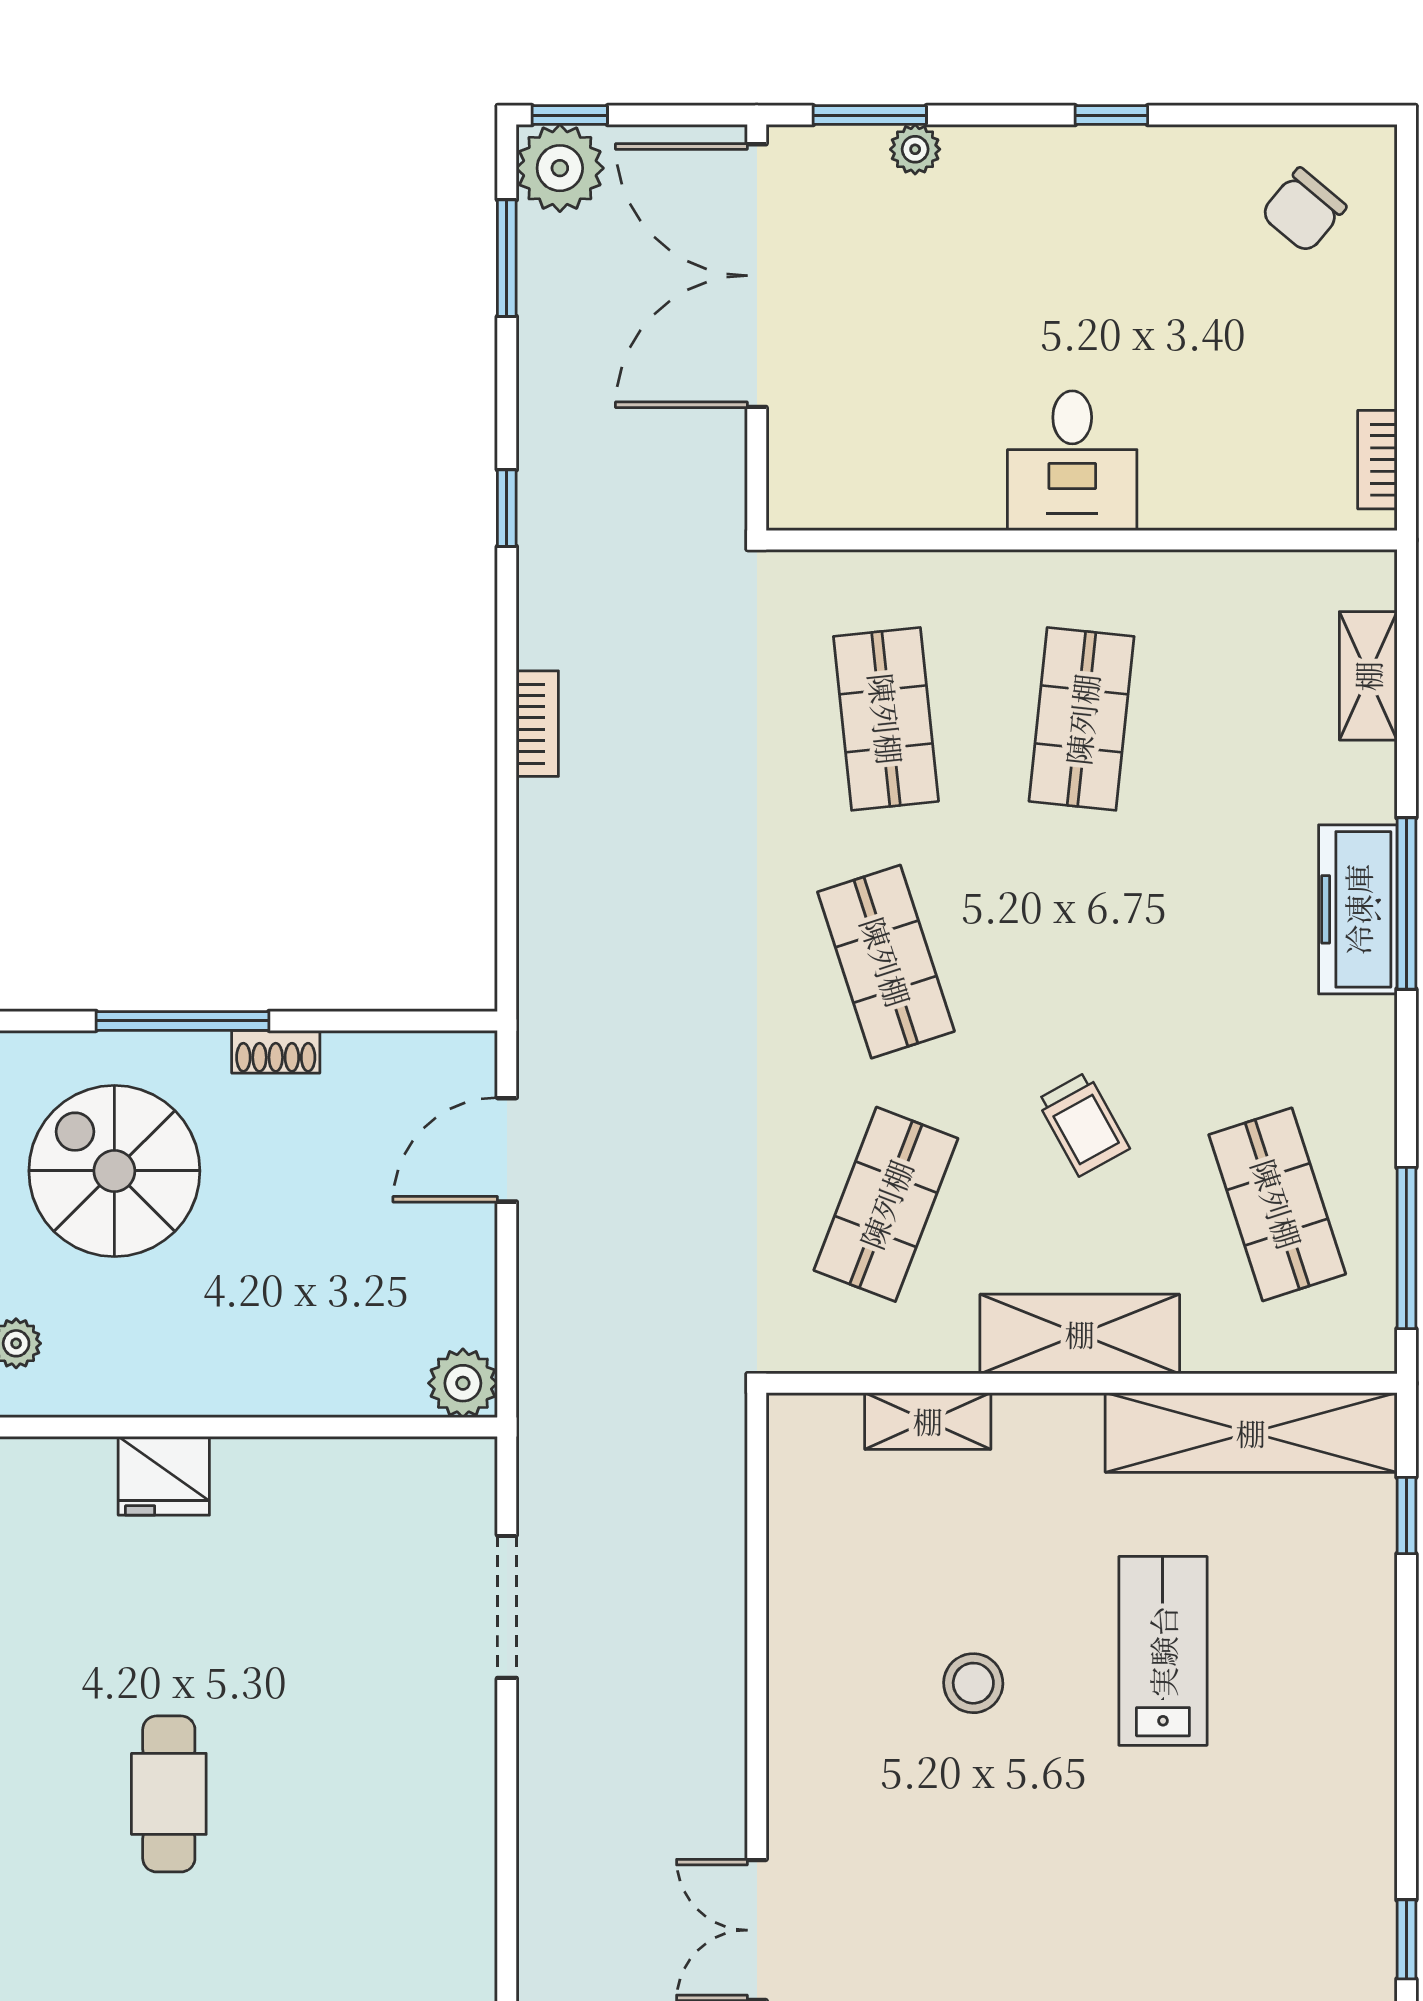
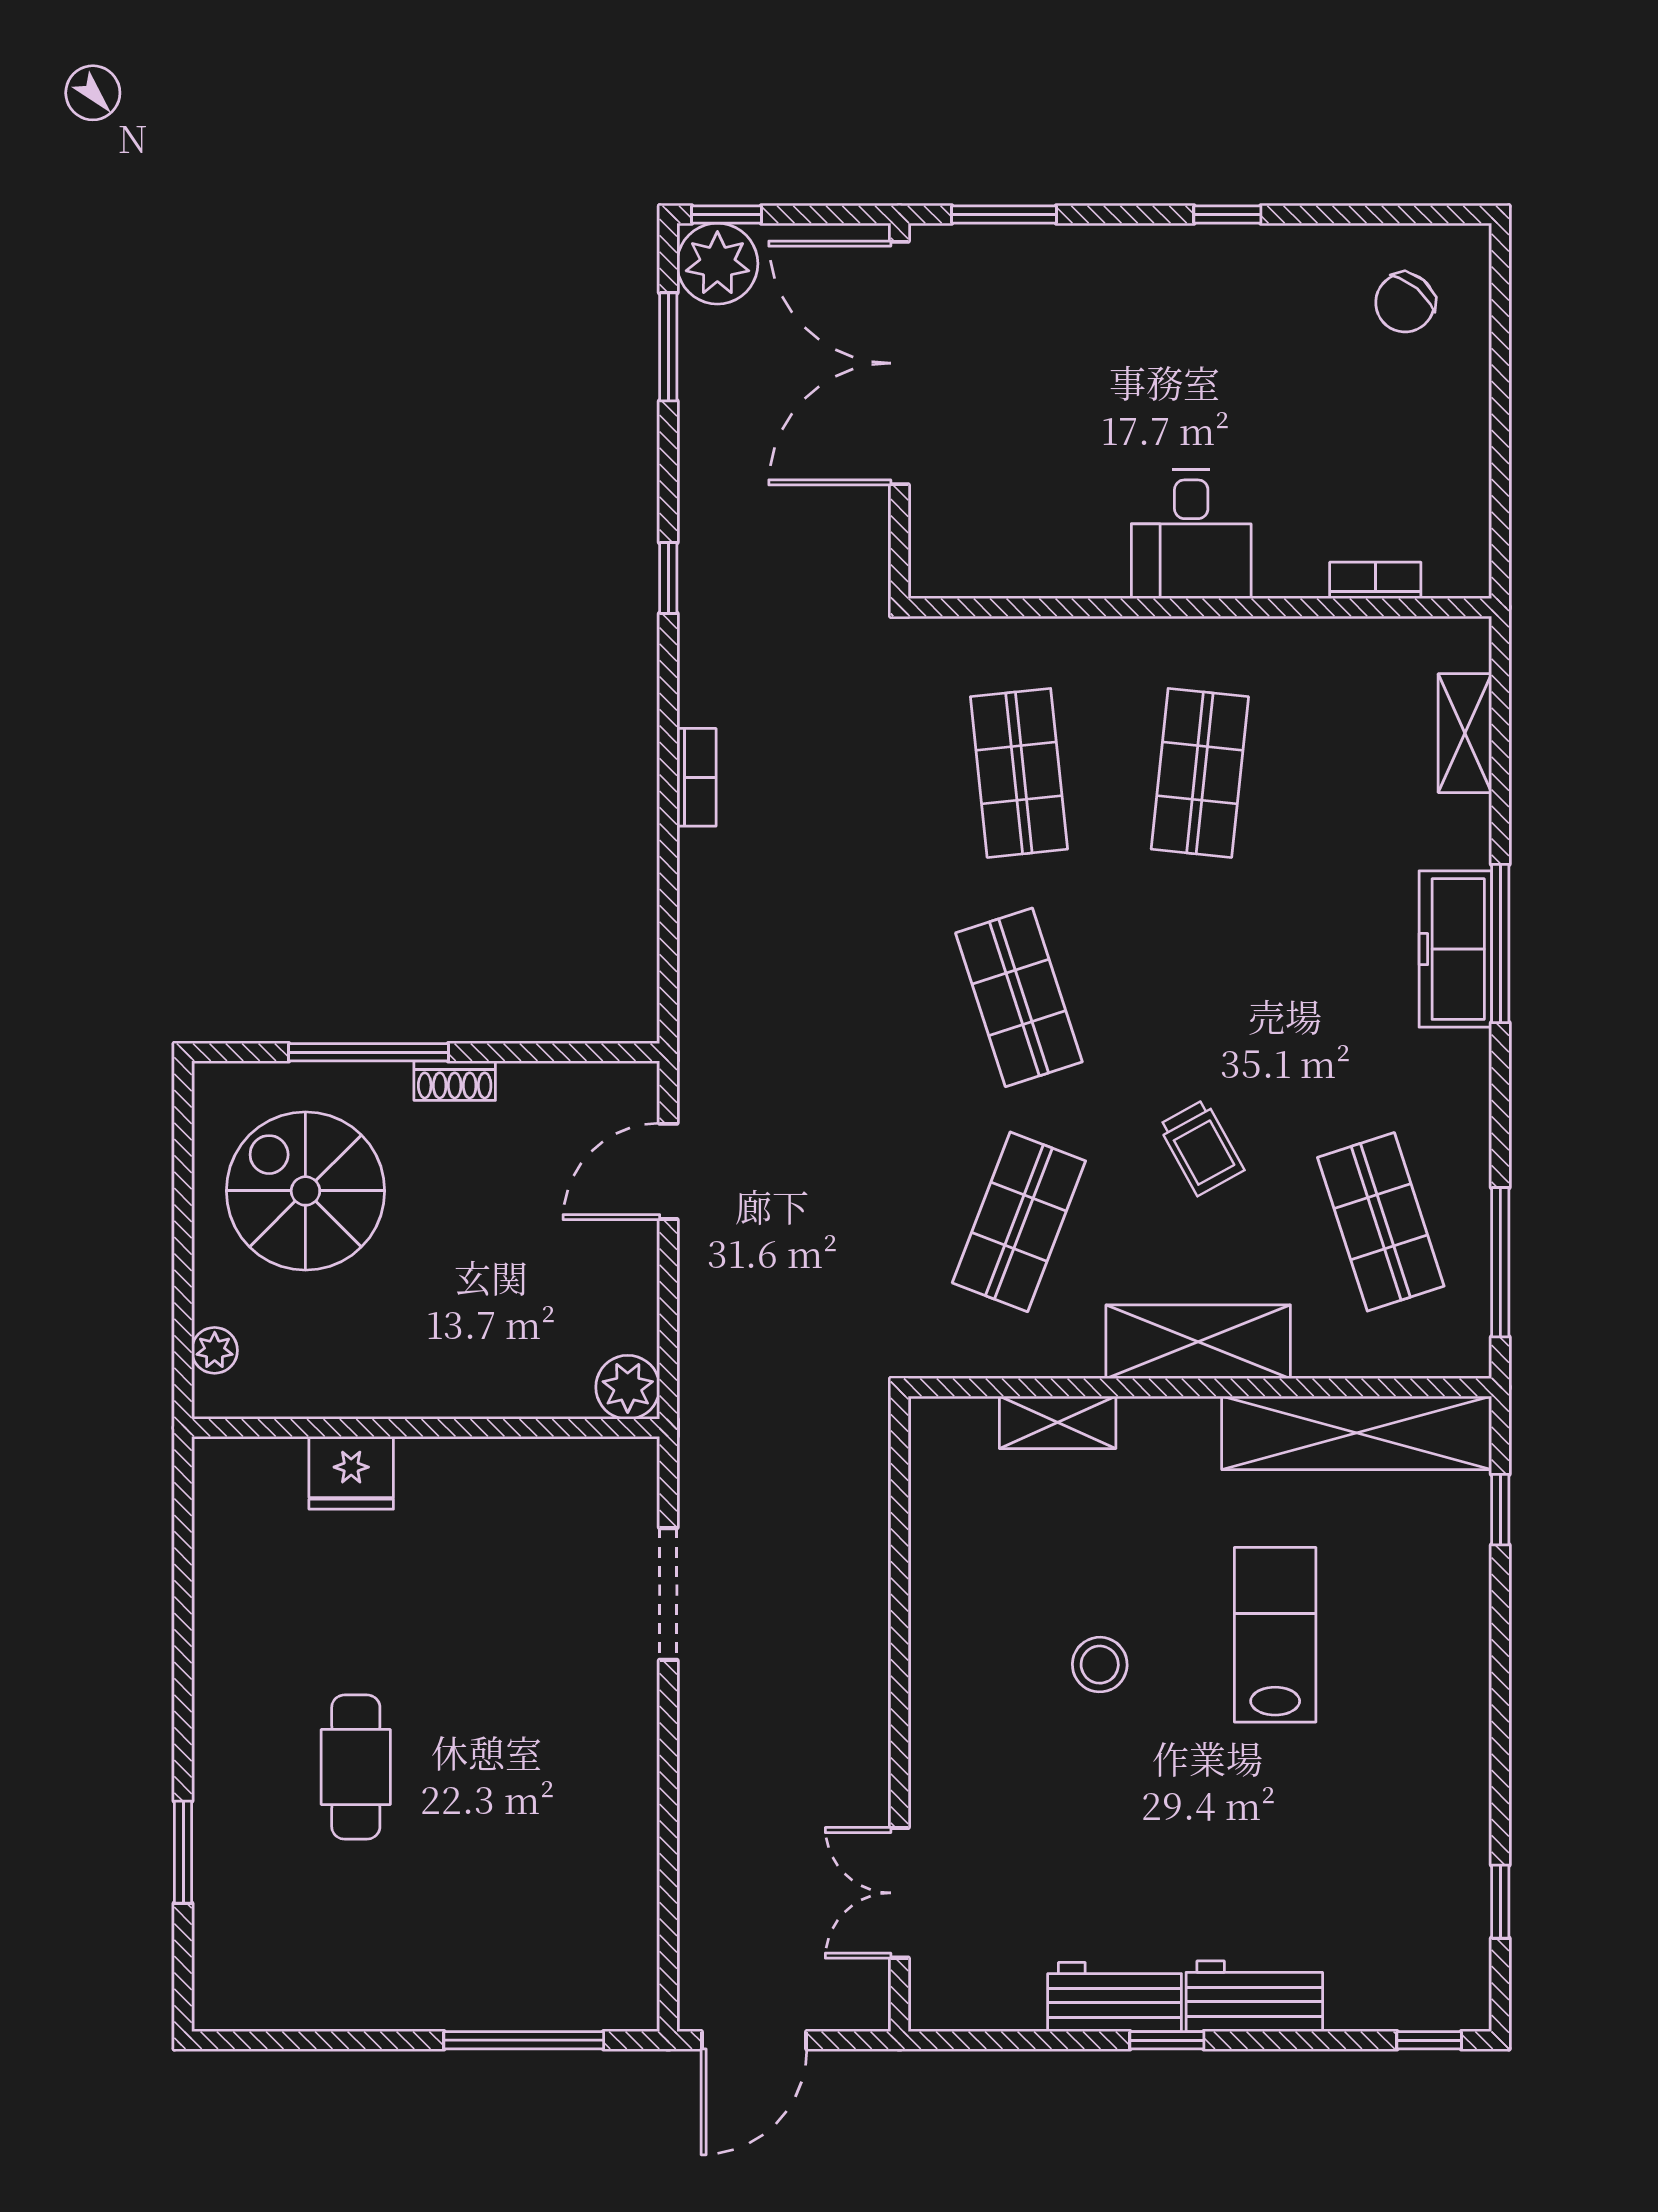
plant: (915, 149) -> (1046, 246), removed
bookcase: (1377, 460) -> (1375, 580), moved, turned 90

